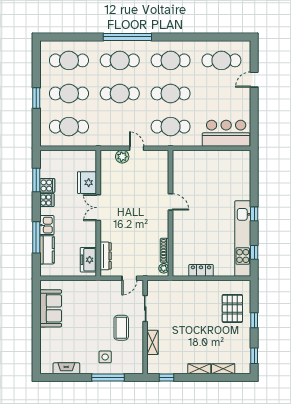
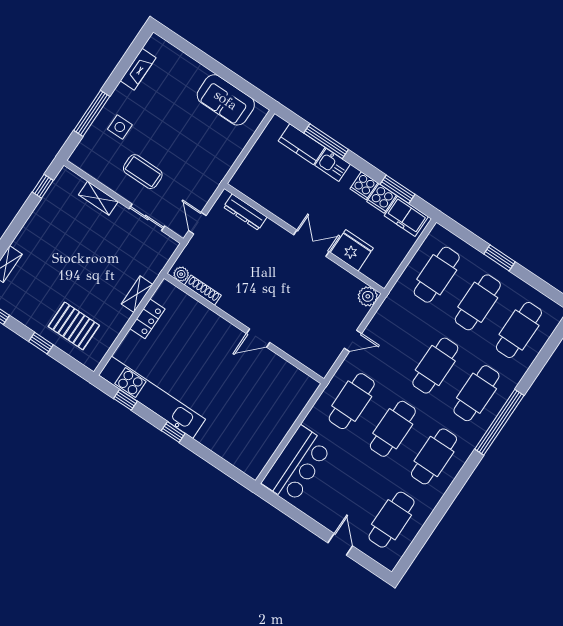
plant: (122, 157) -> (368, 296), moved
freezer: (88, 260) -> (406, 216), moved, turned 180
shelving: (199, 369) -> (137, 294), moved

